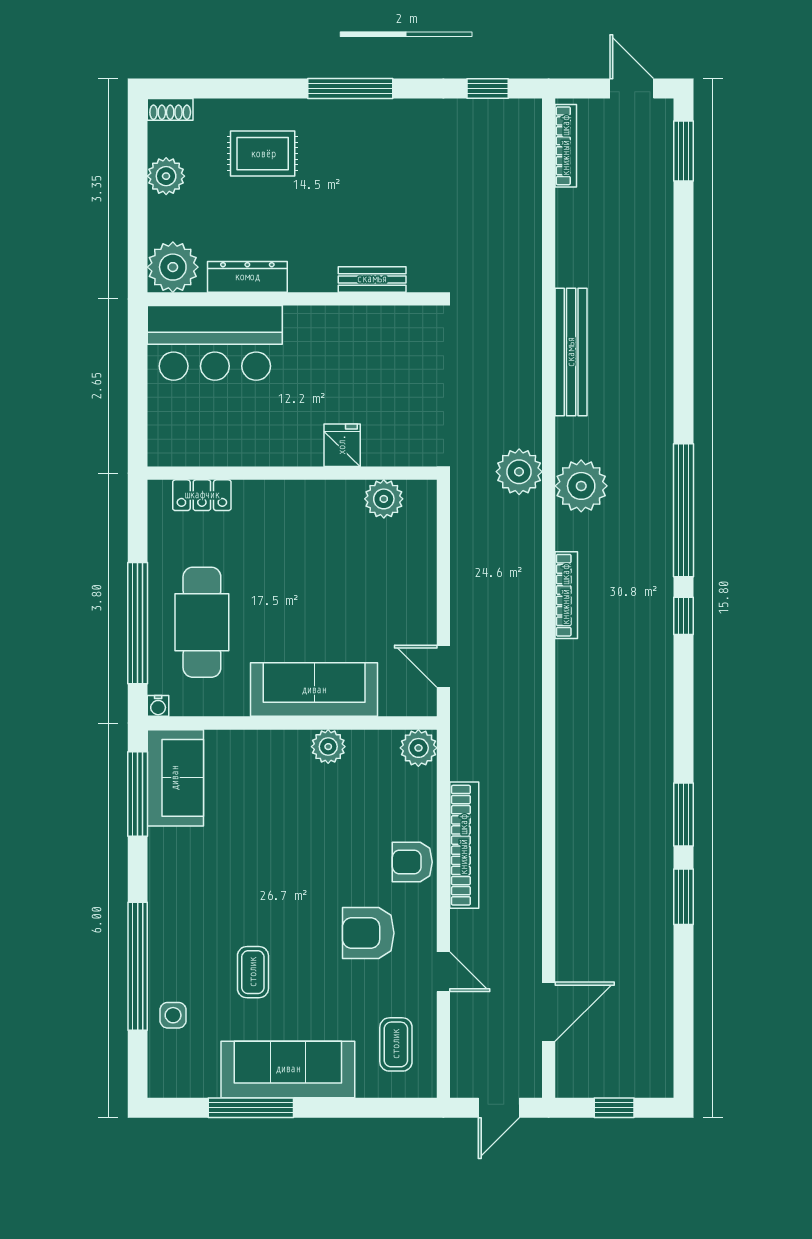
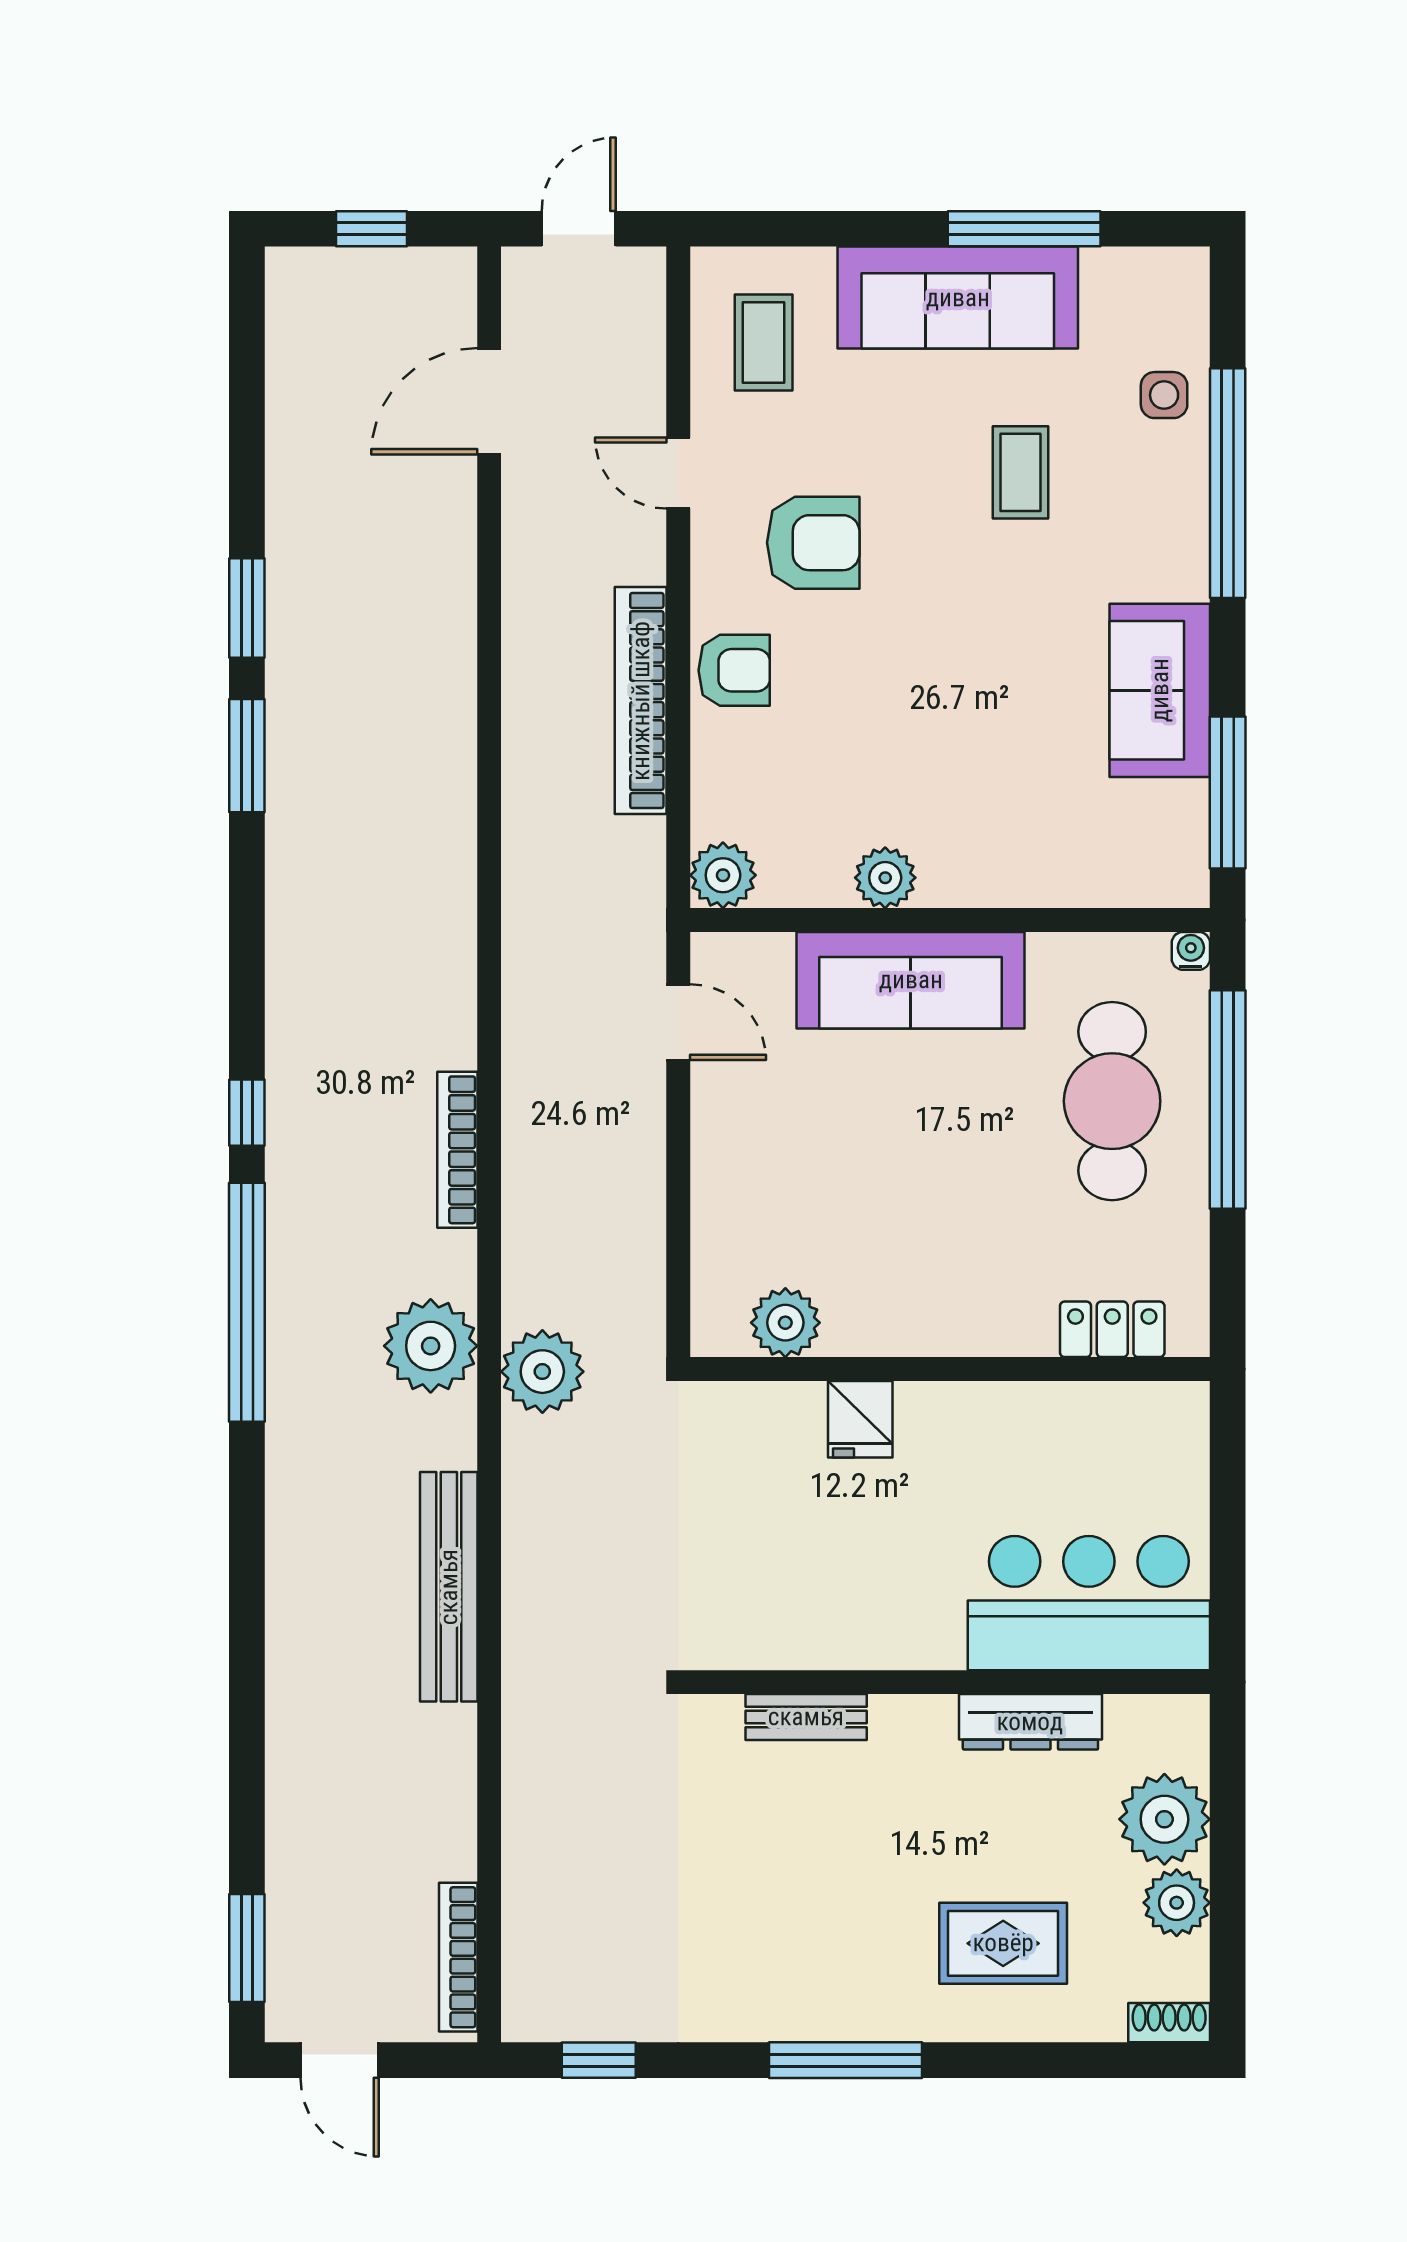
plant: (173, 267) -> (1164, 1819), moved
sofa: (175, 778) -> (1160, 690), moved

